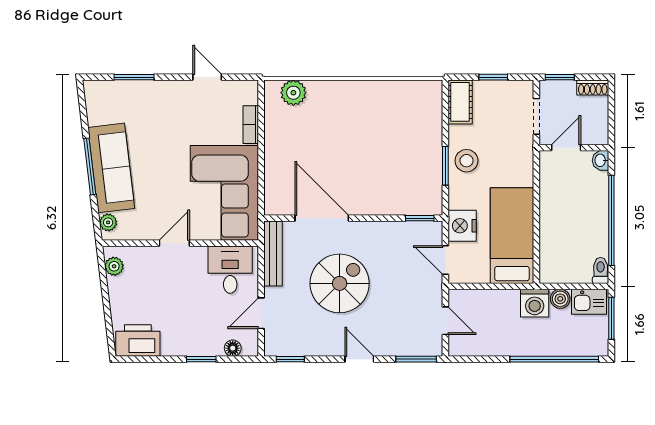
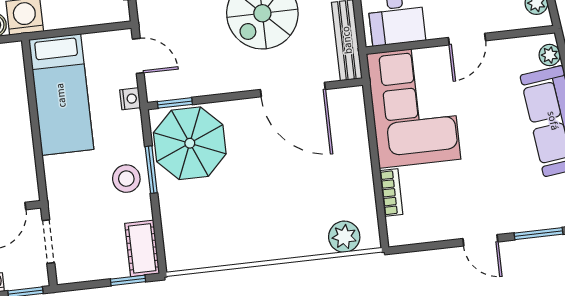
door: (207, 77) -> (480, 240), moved
window: (493, 77) -> (128, 280), moved
parasol: (411, 184) -> (190, 143), added
nightstand: (462, 226) -> (130, 99), width x0.53, depth x0.56

